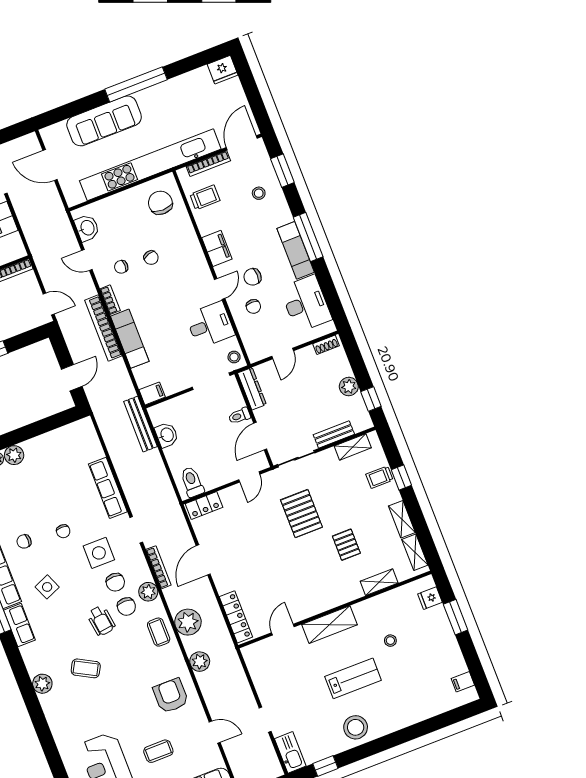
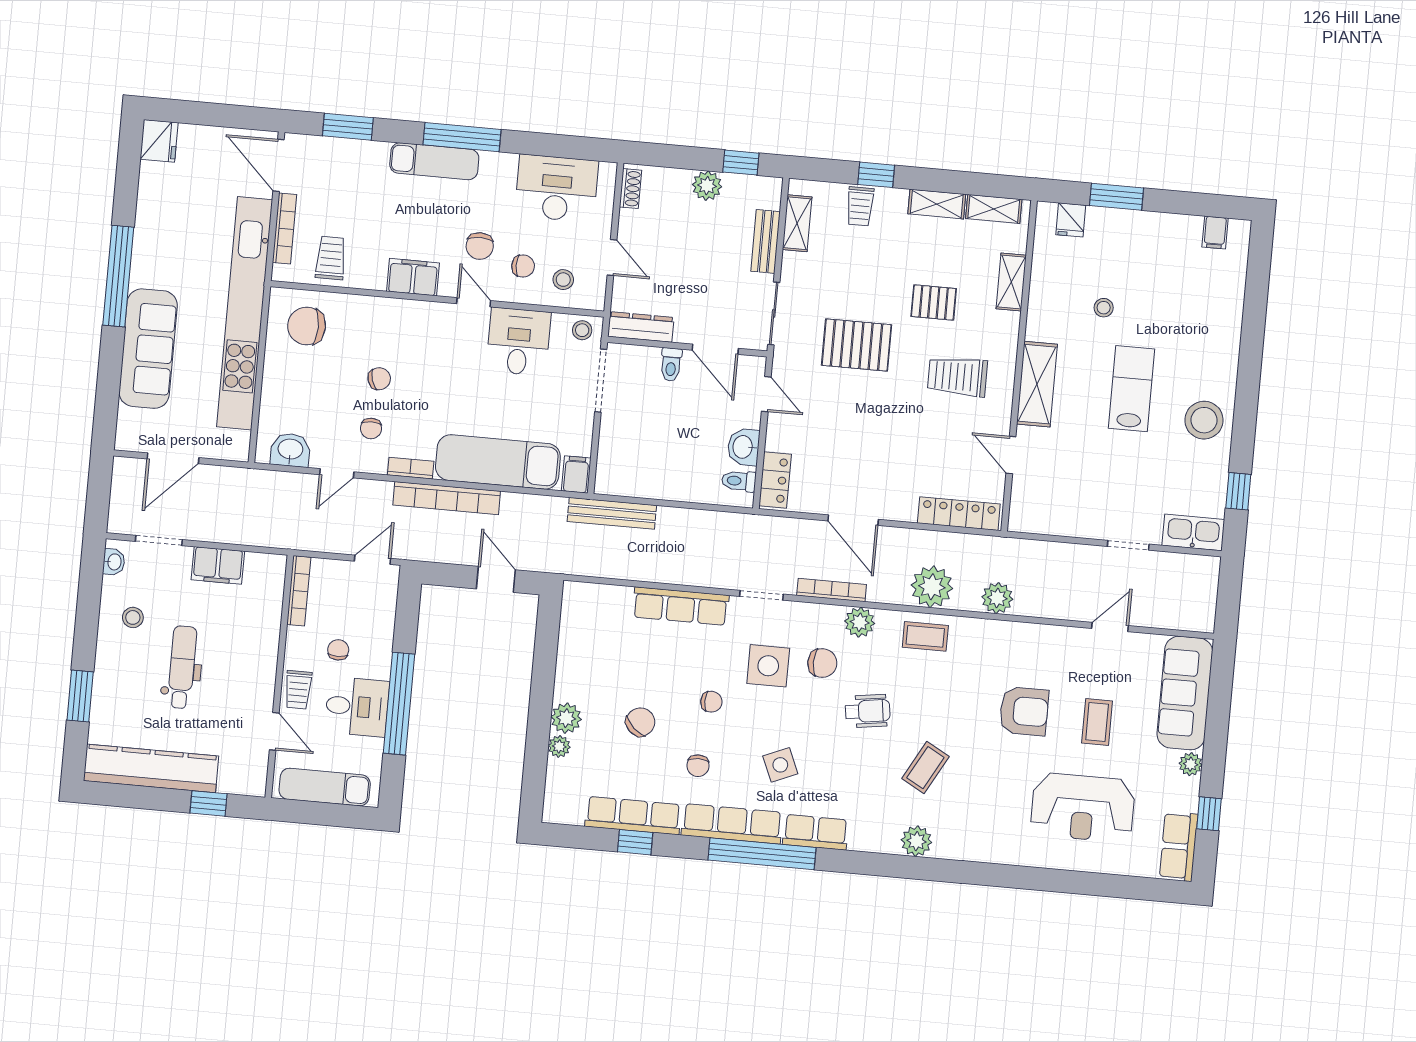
stool: (259, 193) -> (563, 280), moved
exam couch: (296, 250) -> (434, 161), moved
exam couch: (130, 339) -> (498, 462), width x1.36, depth x1.45
washbasin: (167, 435) -> (743, 447), moved, turned -90
toilet: (192, 482) -> (739, 481), width x0.73, depth x0.72
trolley: (312, 578) -> (957, 377), added
chair: (126, 607) -> (640, 722), moved, turned -47
armchair: (171, 696) -> (1024, 711), moved, turned 180

